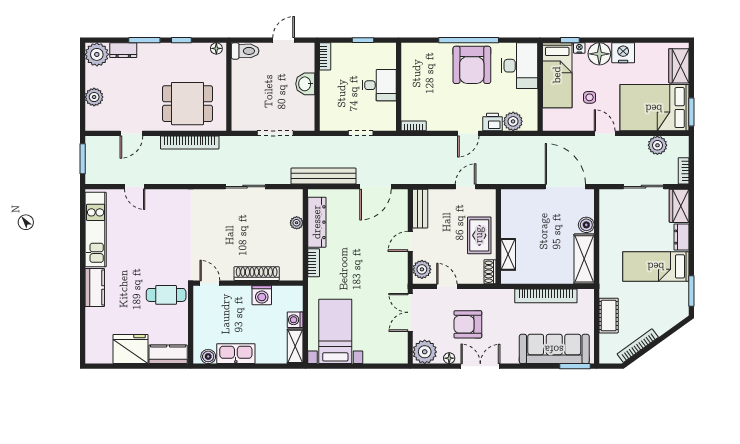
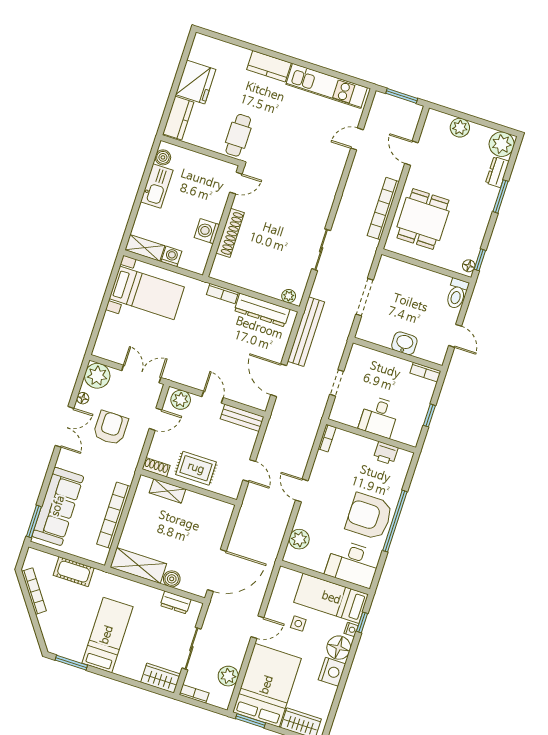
window: (181, 40) -> (480, 260), moved
printer: (493, 122) -> (386, 453), moved, turned 90
plant: (297, 223) -> (289, 296), moved
dresser: (681, 237) -> (176, 602), moved, turned 180

